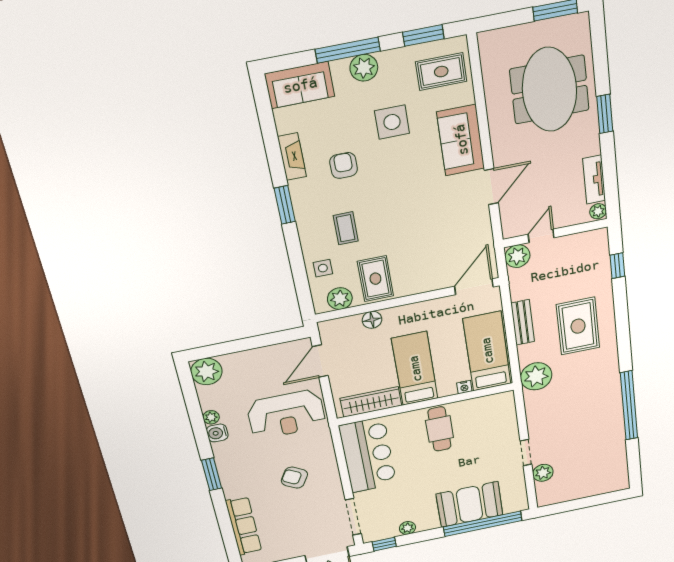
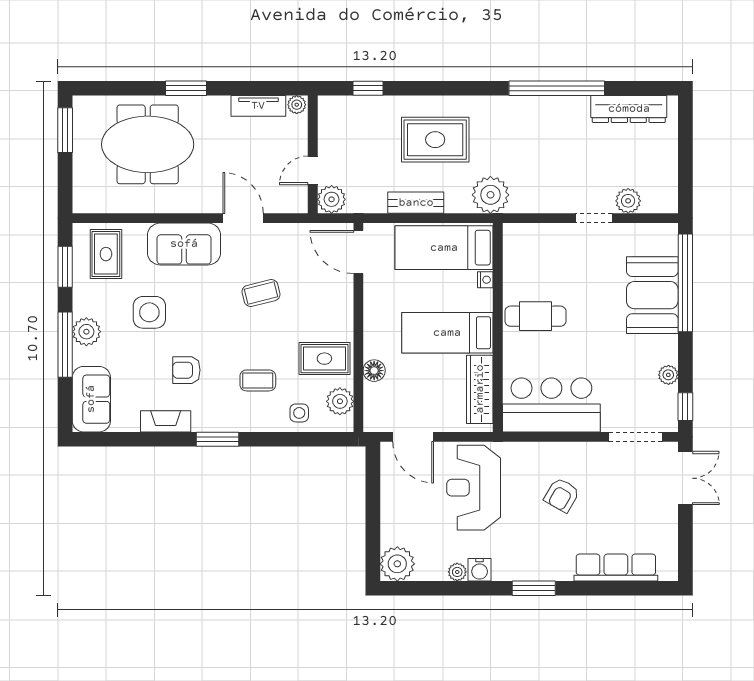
coffee table: (426, 215) -> (261, 293), added
door: (541, 236) -> (313, 170), hinge flipped
reception desk: (286, 414) -> (474, 488), turned 180
dresser: (617, 458) -> (629, 109), added

